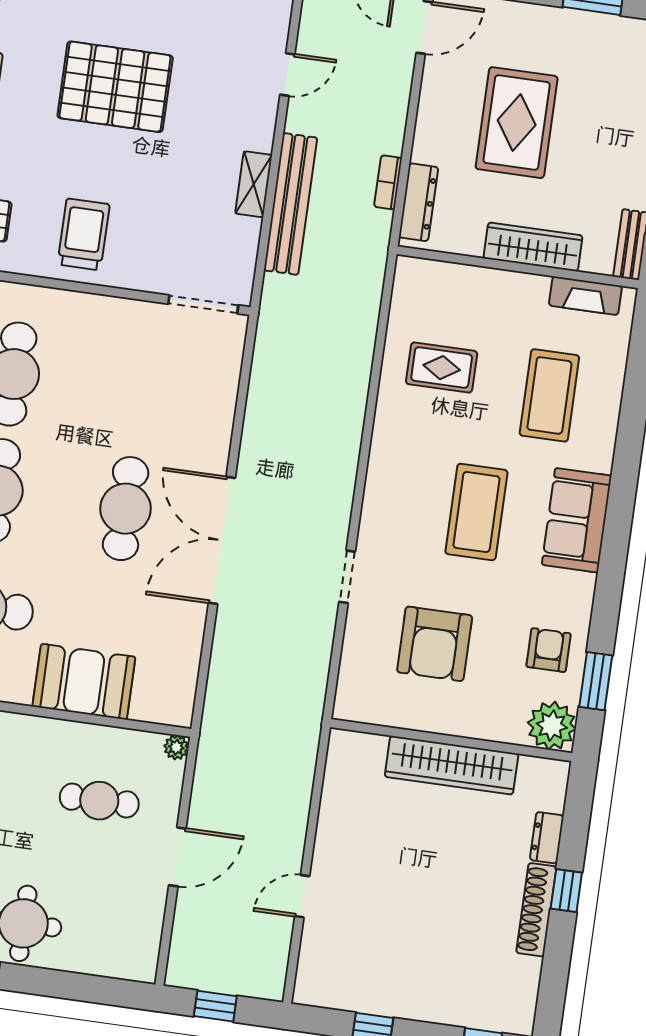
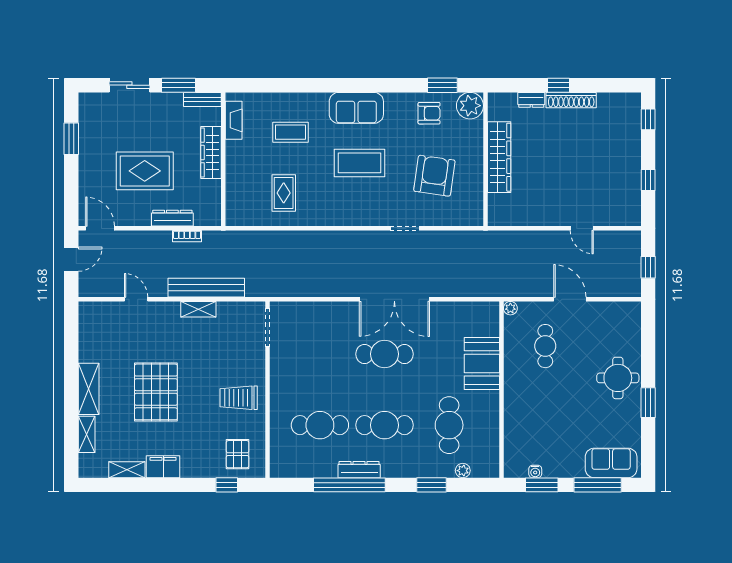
dresser: (419, 202) -> (172, 218), moved
coffee table: (549, 395) -> (291, 132), width x0.73, depth x0.76
armchair: (435, 644) -> (434, 176), turned -82
armchair: (549, 650) -> (429, 113), turned 180

